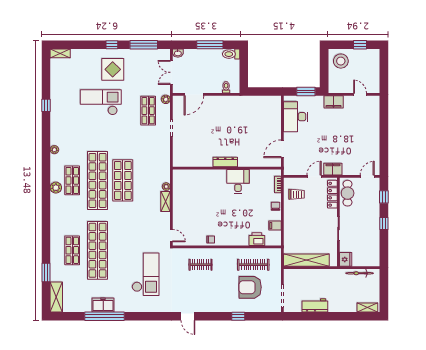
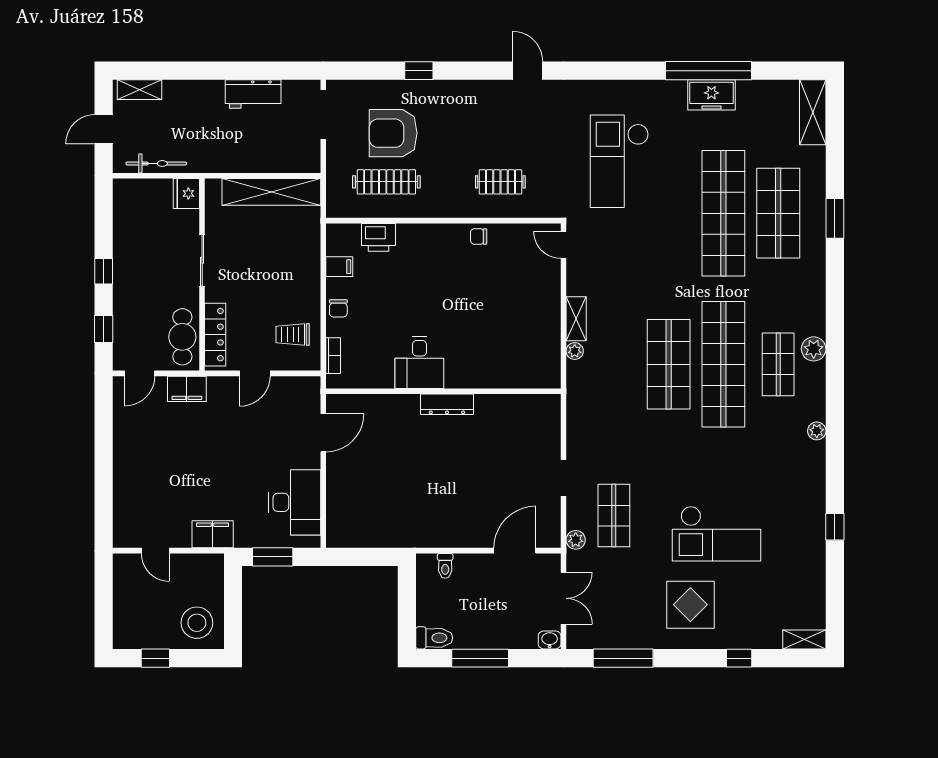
window: (112, 45) -> (739, 658), moved
filing cabinet: (333, 169) -> (187, 389), moved
shop shelf: (72, 250) -> (778, 213), width x1.43, depth x1.36
window: (46, 272) -> (835, 218), moved
armchair: (250, 287) -> (393, 133), turned 180
door: (384, 289) -> (104, 129), added

